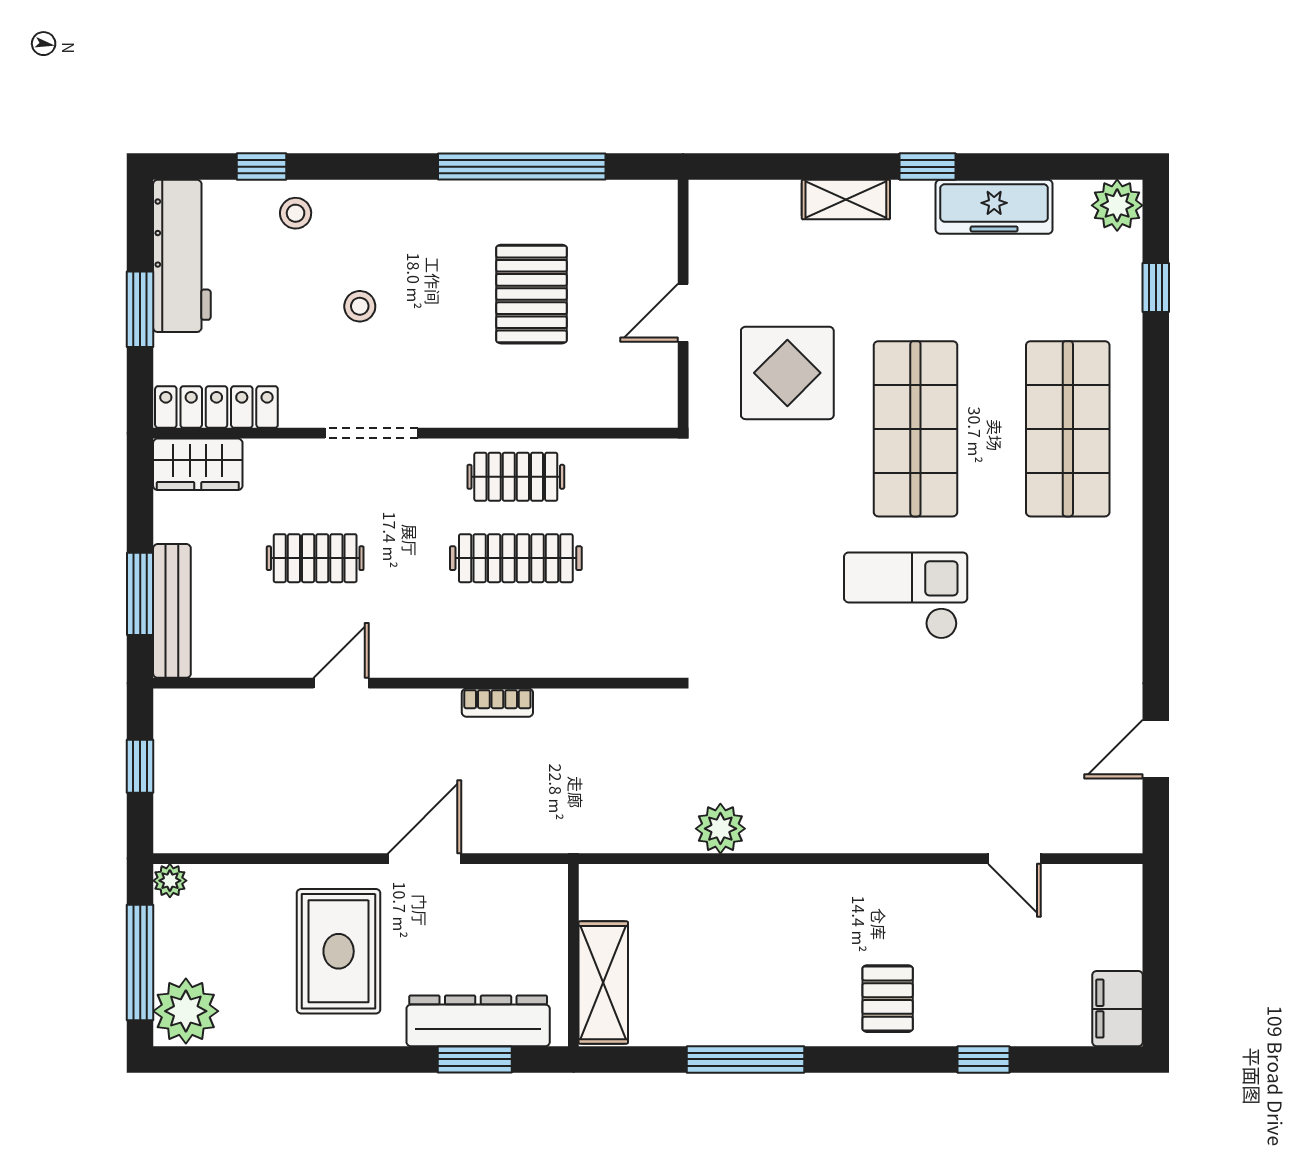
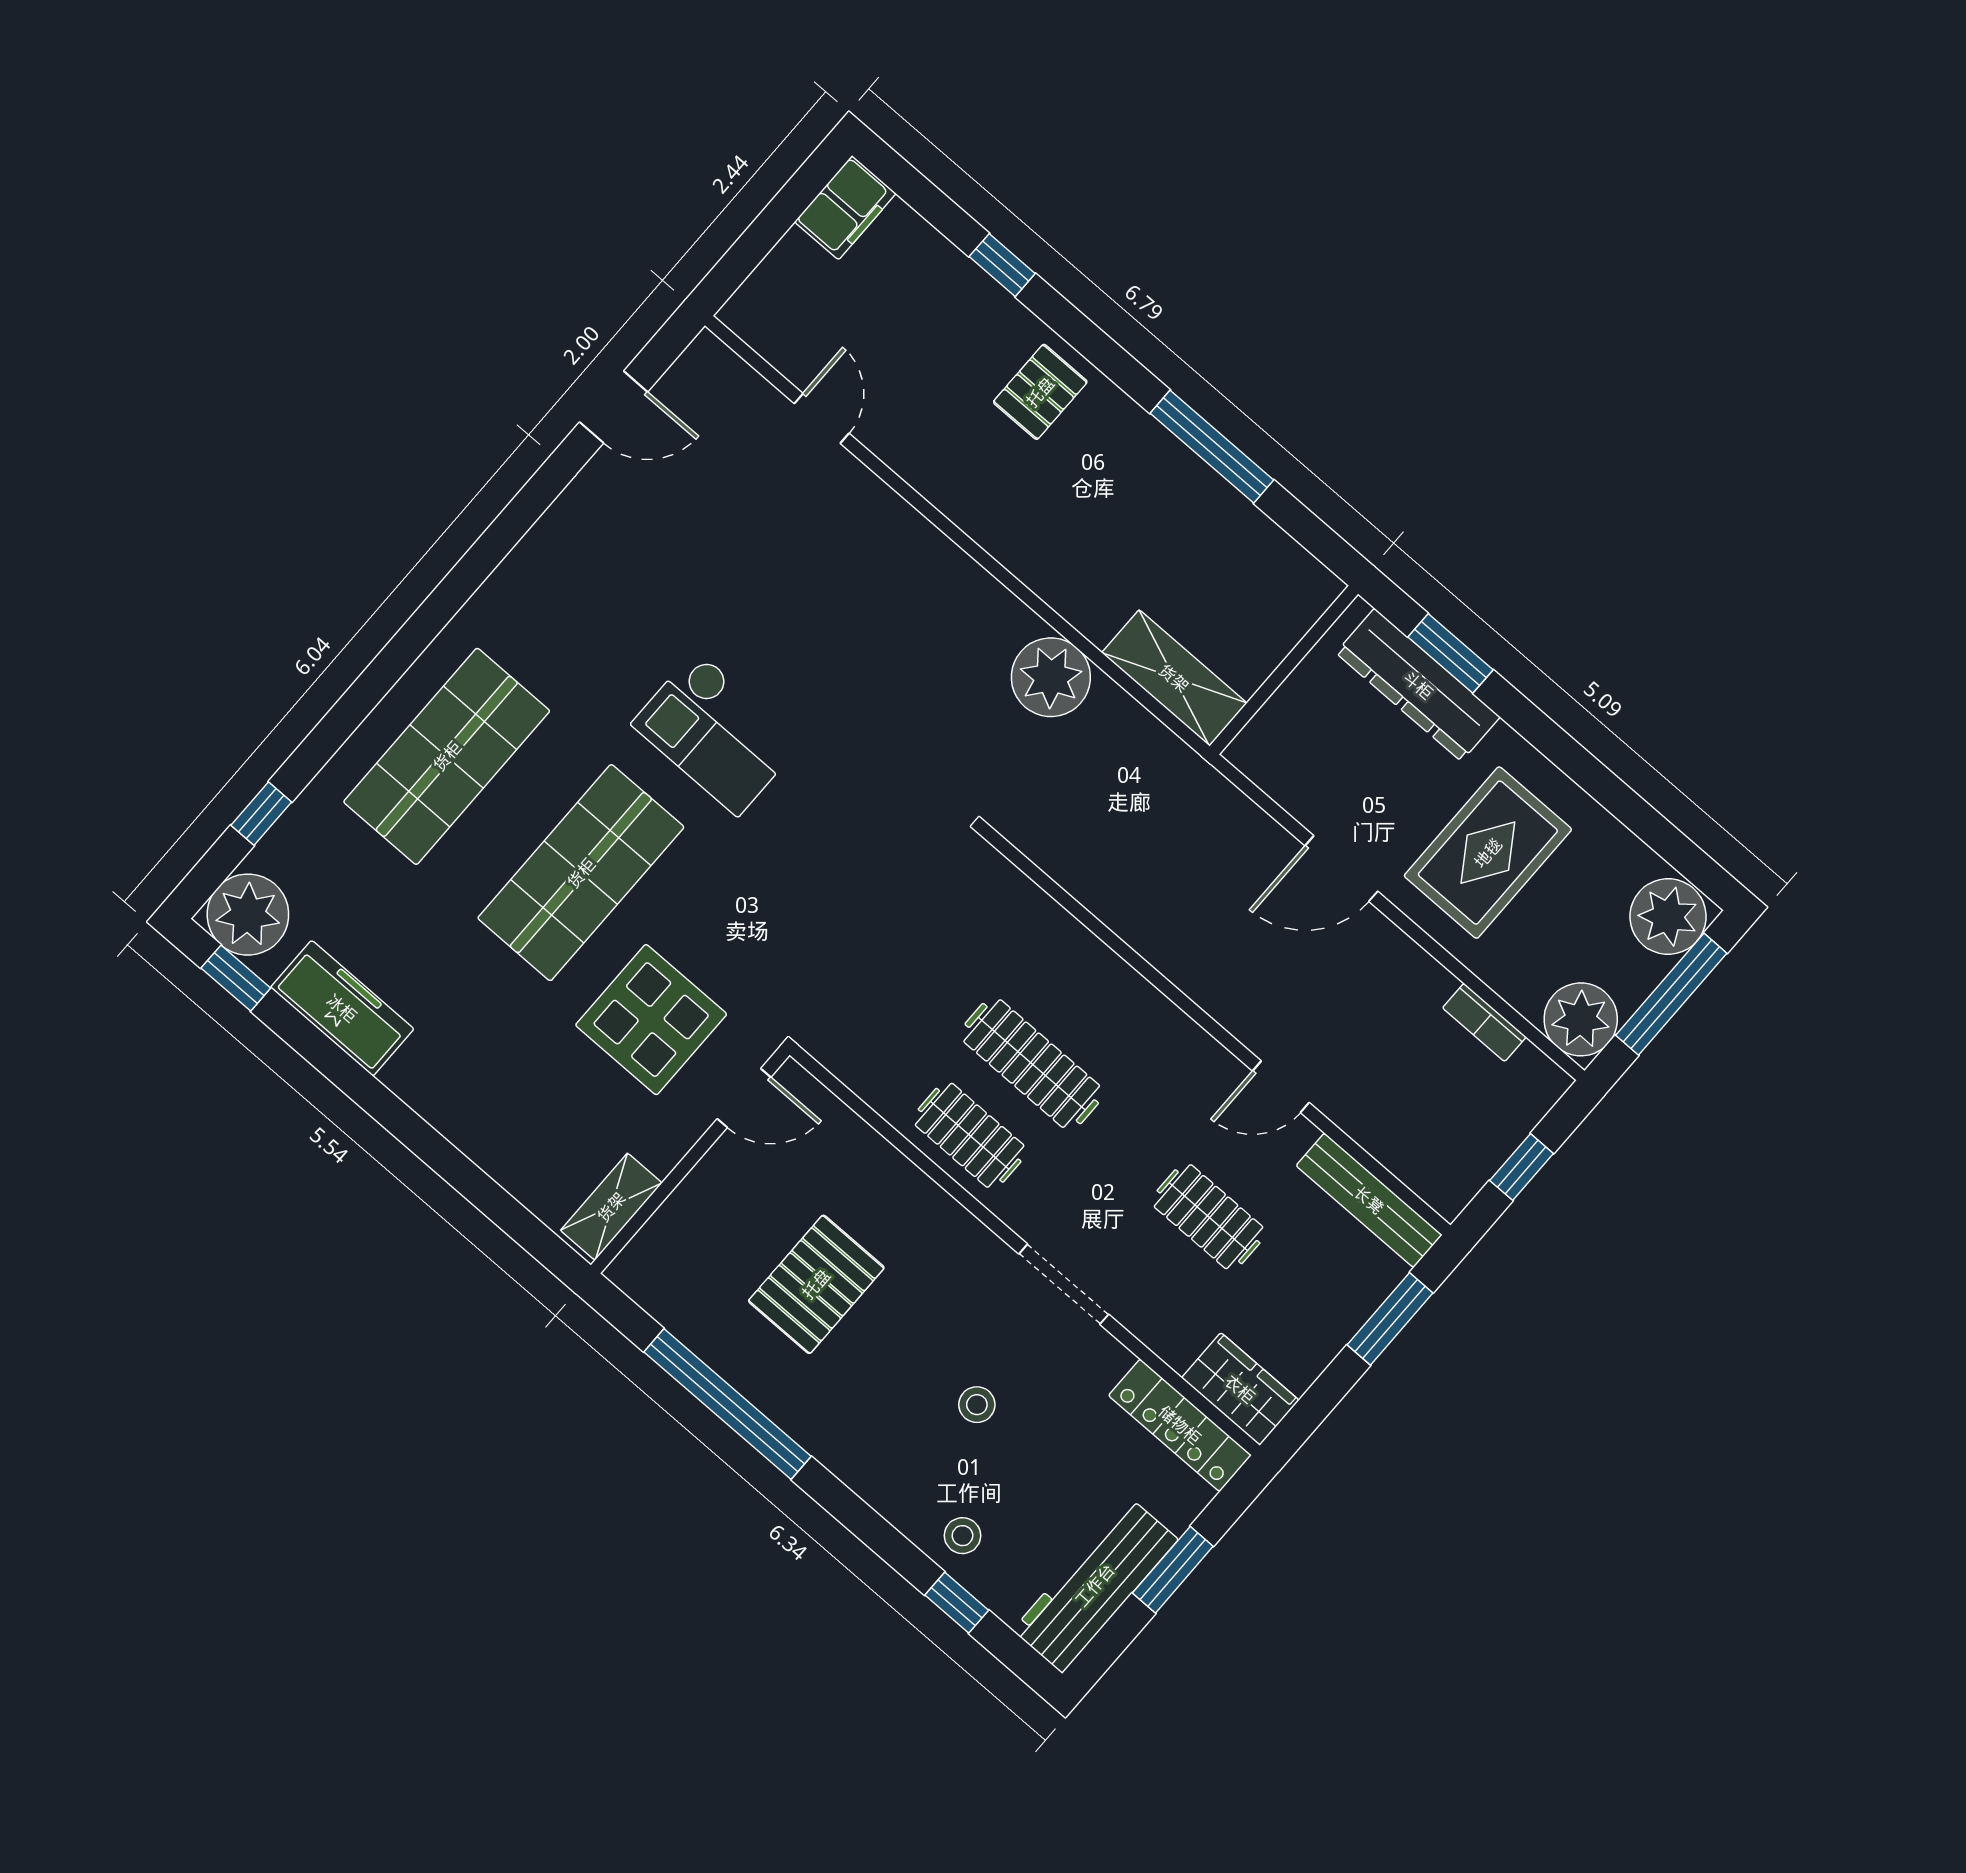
window: (927, 167) -> (236, 978), moved
shelving: (846, 200) -> (611, 1207), moved, turned 90
plant: (1117, 205) -> (248, 915), width x1.36, depth x1.36
door: (683, 313) -> (744, 1098), moved
bench: (172, 611) -> (1369, 1200), moved, turned 90
bookcase: (497, 703) -> (1484, 1022), moved, turned 180
plant: (720, 829) -> (1051, 677), width x1.36, depth x1.36
plant: (170, 881) -> (1581, 1019), width x1.88, depth x1.88
shelving: (603, 983) -> (1174, 678), moved, turned 90

